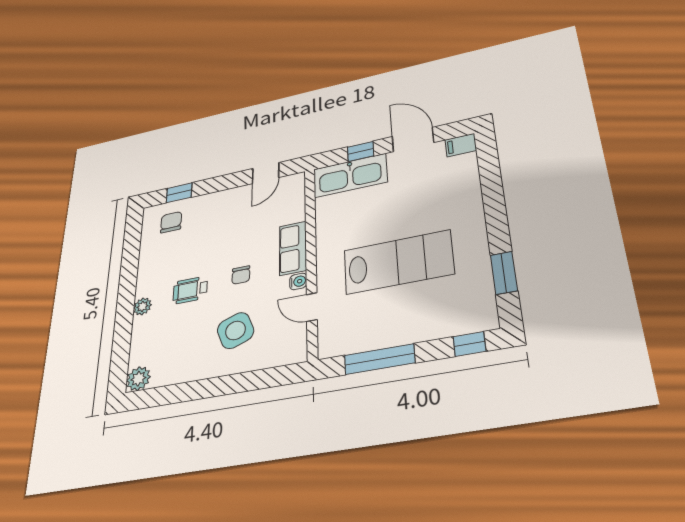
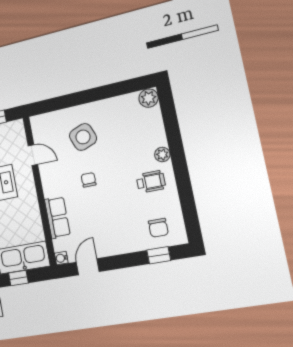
row of seats: (293, 248) -> (57, 217), moved
water cooler: (298, 281) -> (61, 258), moved
wheelchair: (190, 290) -> (151, 182), moved

